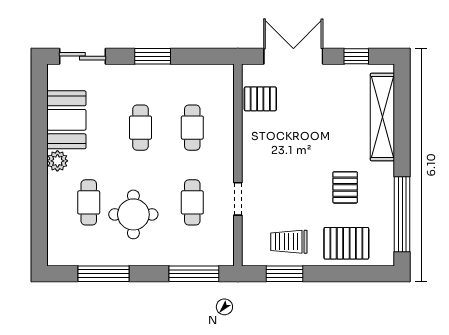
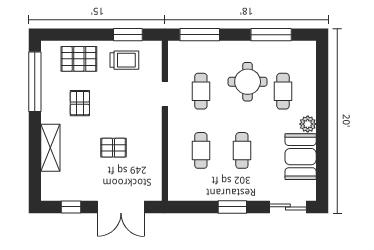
pallet: (260, 99) -> (114, 148), moved
shelving: (382, 117) -> (50, 148), width x0.68

